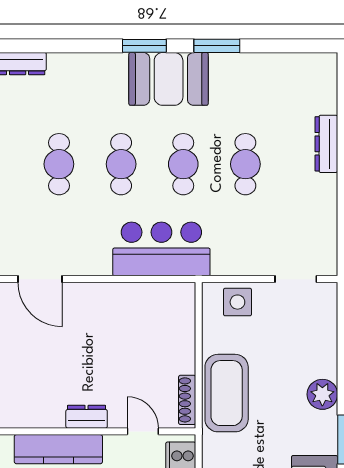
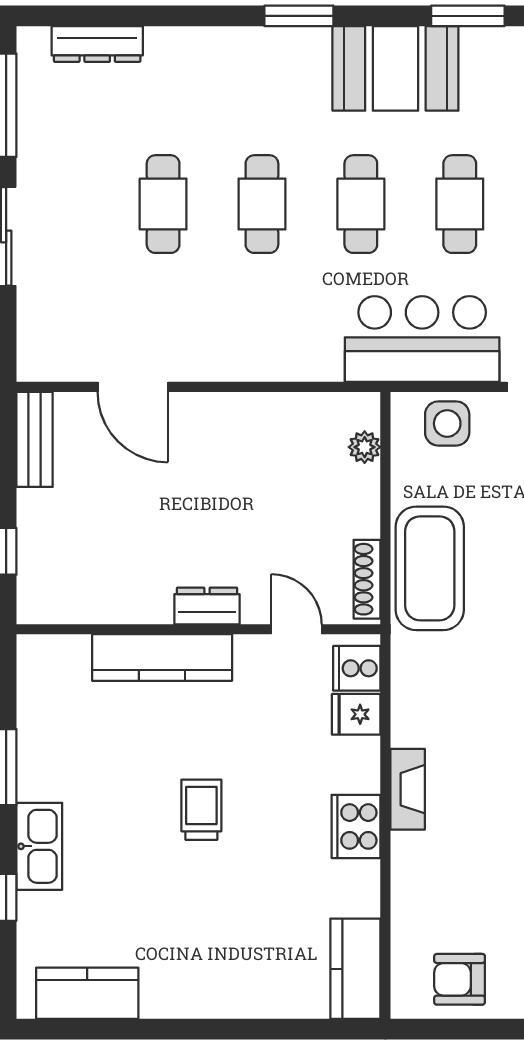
window: (217, 46) -> (468, 16), moved
booth: (169, 79) -> (395, 68), moved
bar counter: (161, 249) -> (422, 339), moved
plant: (186, 317) -> (365, 447), added

